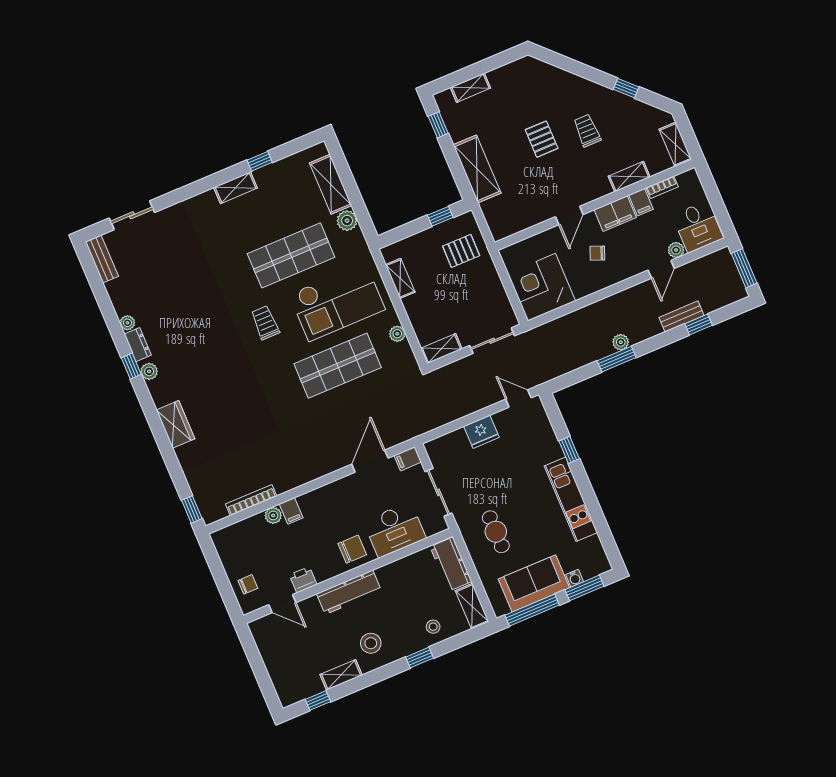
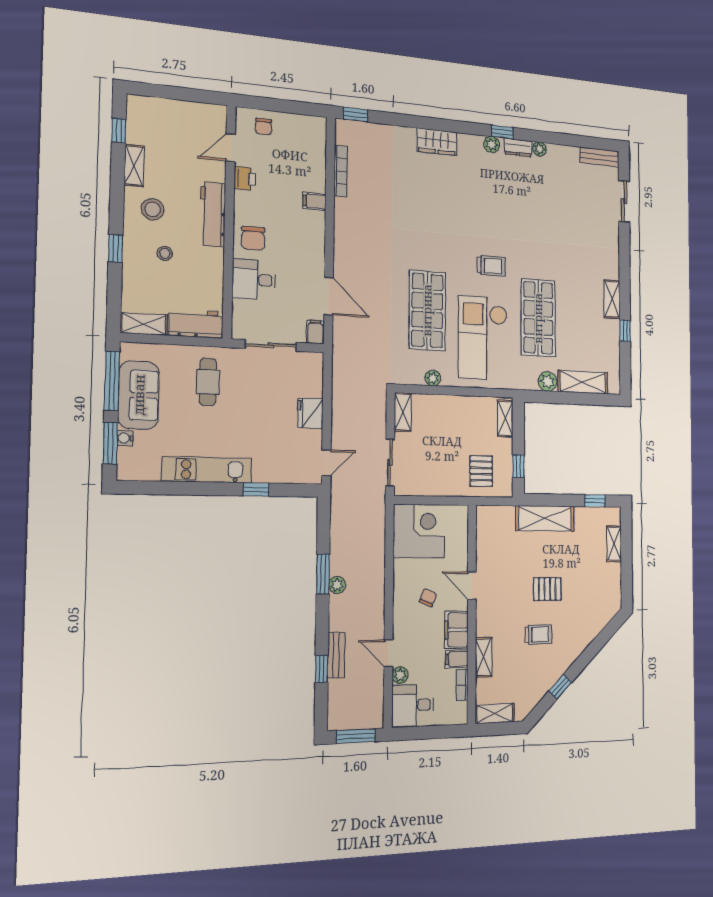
shelving: (400, 278) -> (505, 418), moved, turned 90
plant: (273, 515) -> (318, 183), removed
desk: (395, 530) -> (254, 280), width x0.73
cafe table: (496, 532) -> (208, 382), turned 90
stool: (433, 627) -> (165, 253), moved

